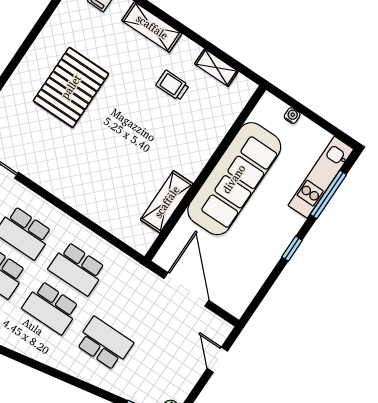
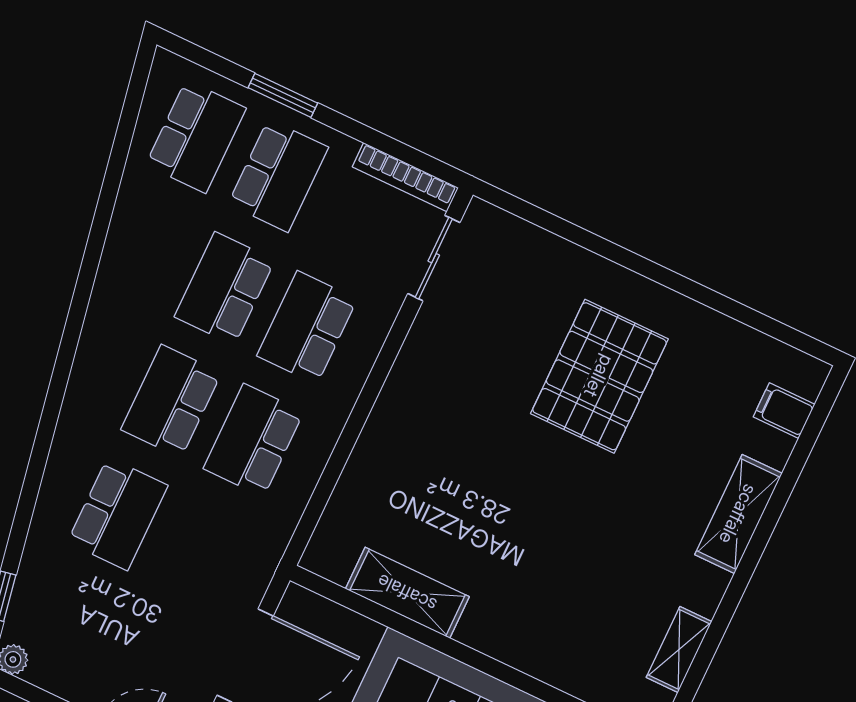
trolley: (172, 85) -> (632, 570), removed
pallet: (71, 87) -> (599, 376), turned 90

